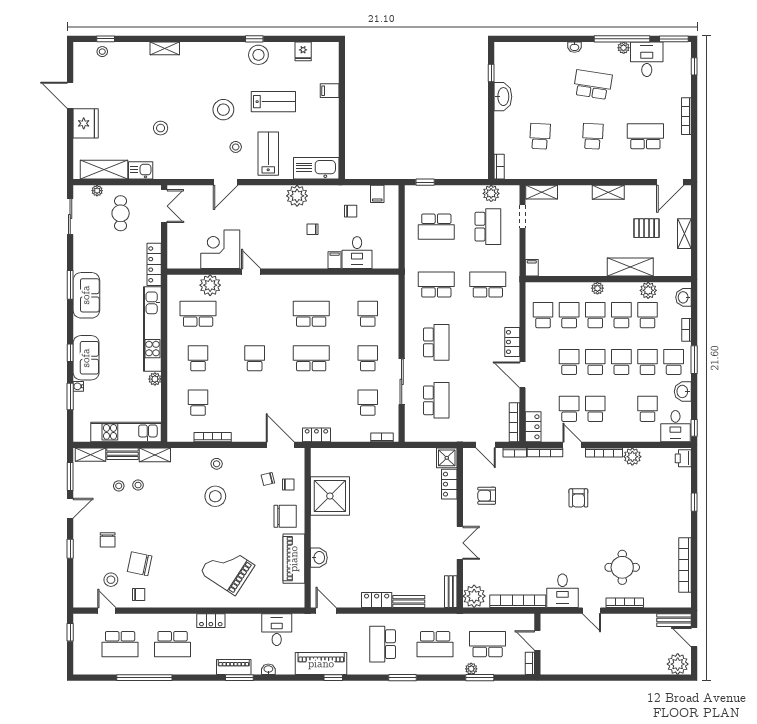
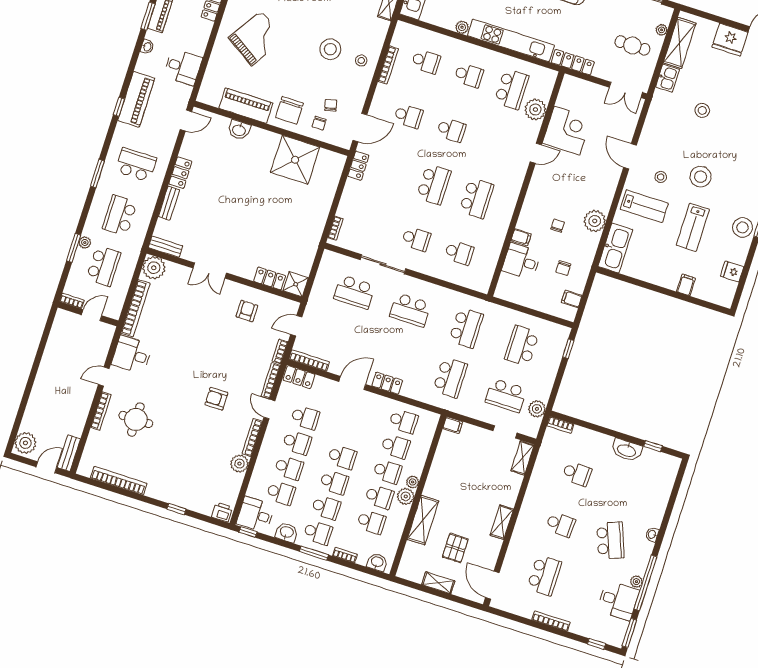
school desk: (593, 85) -> (610, 540), turned -30
plant: (648, 290) -> (406, 496), moved
school desk: (569, 362) -> (289, 468), moved
school desk: (368, 403) -> (408, 116), moved
door: (572, 445) -> (269, 409), swing flipped

